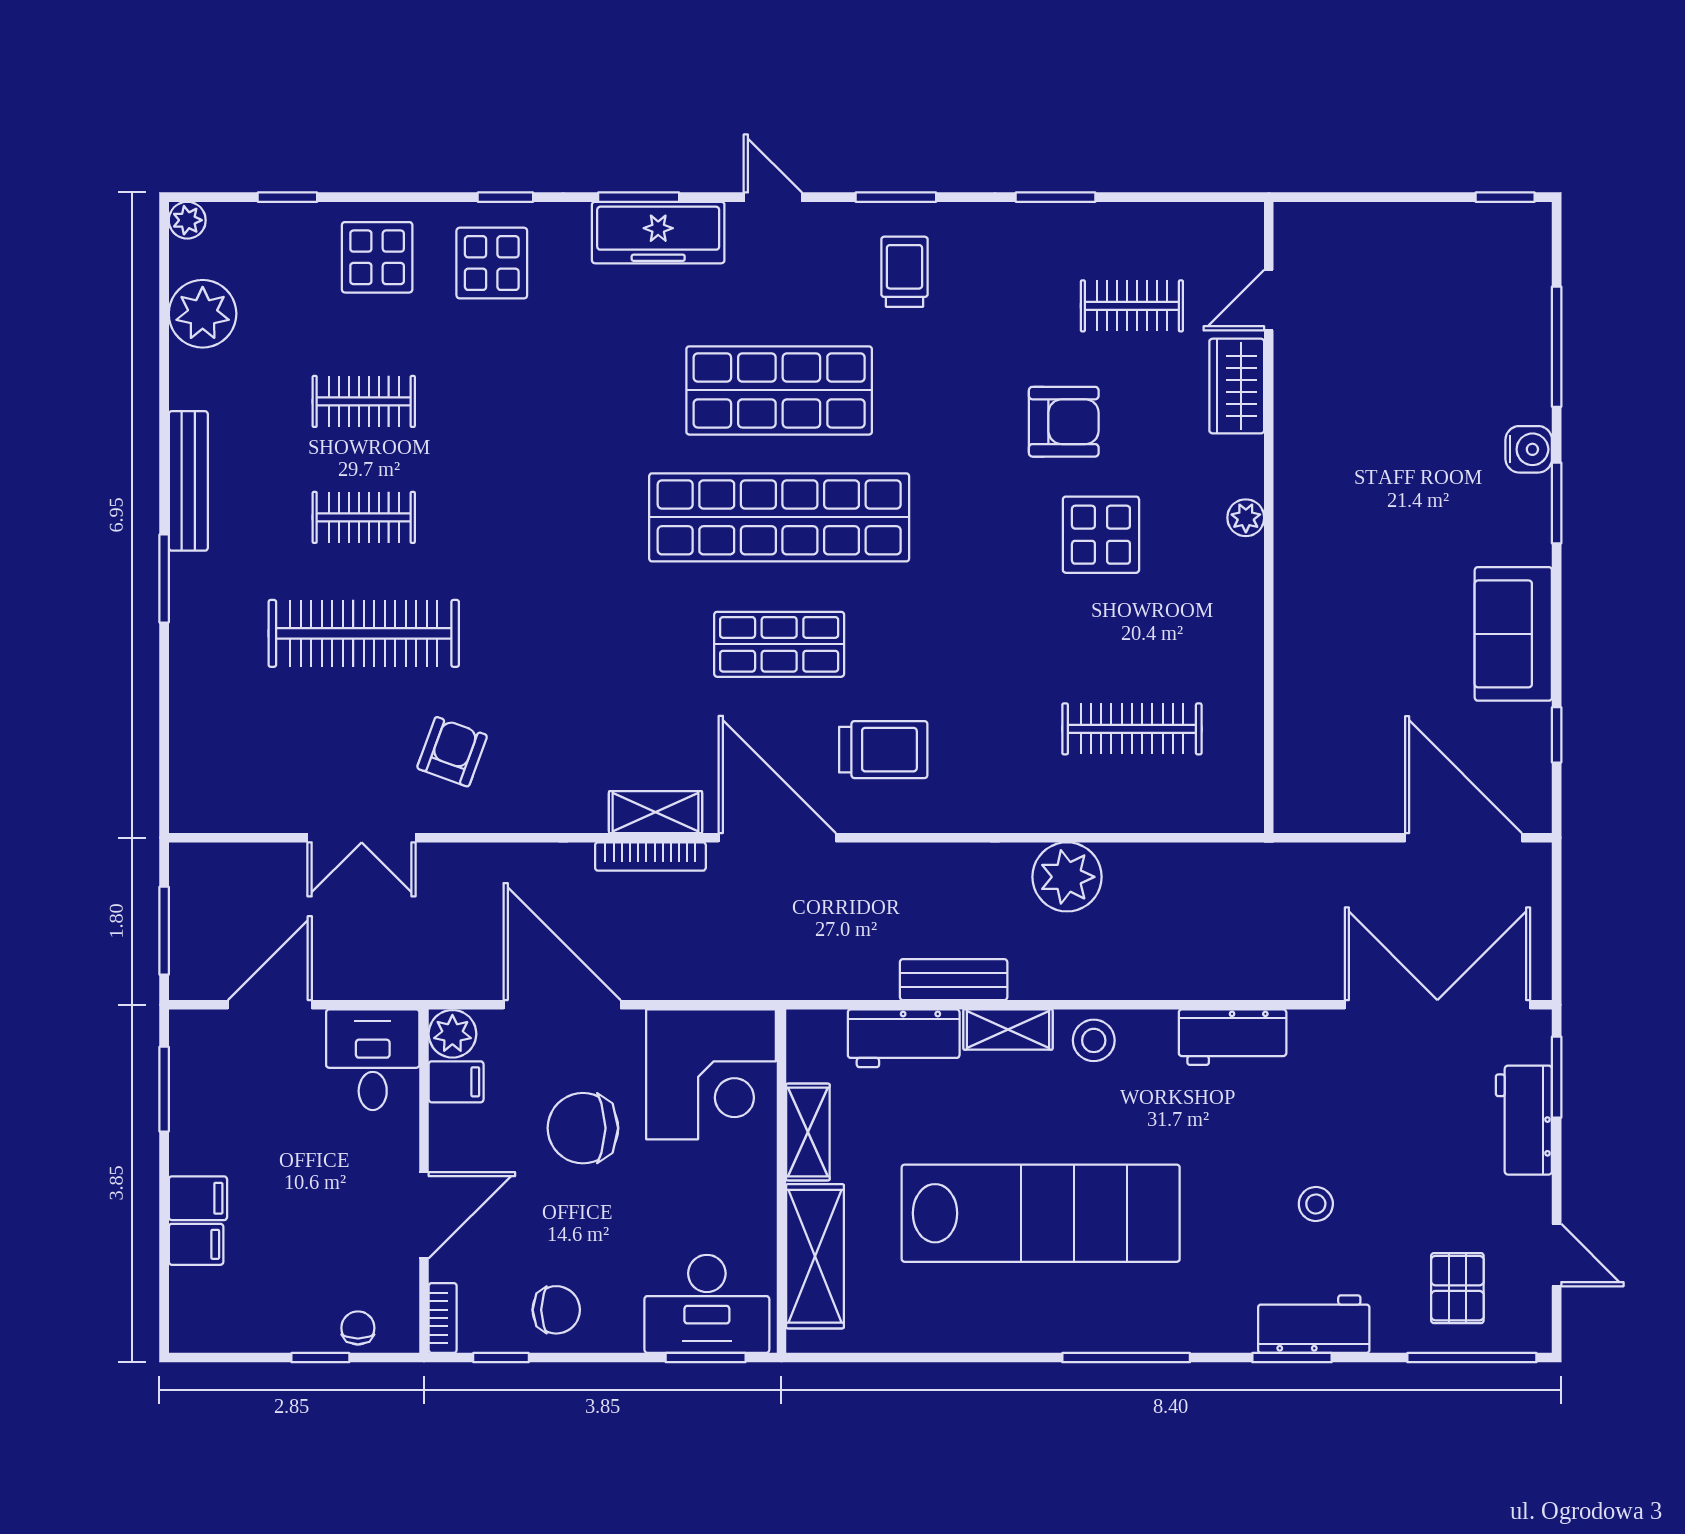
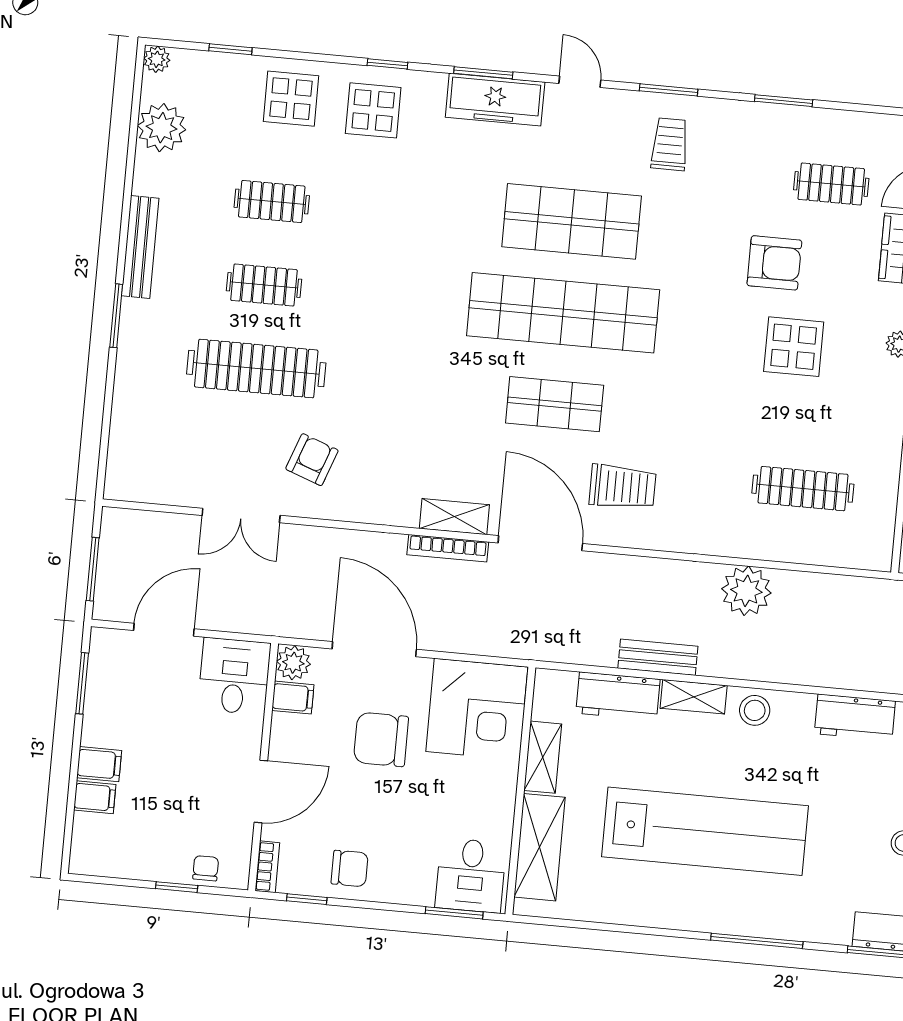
desk: (707, 1304) -> (471, 875), width x0.73

